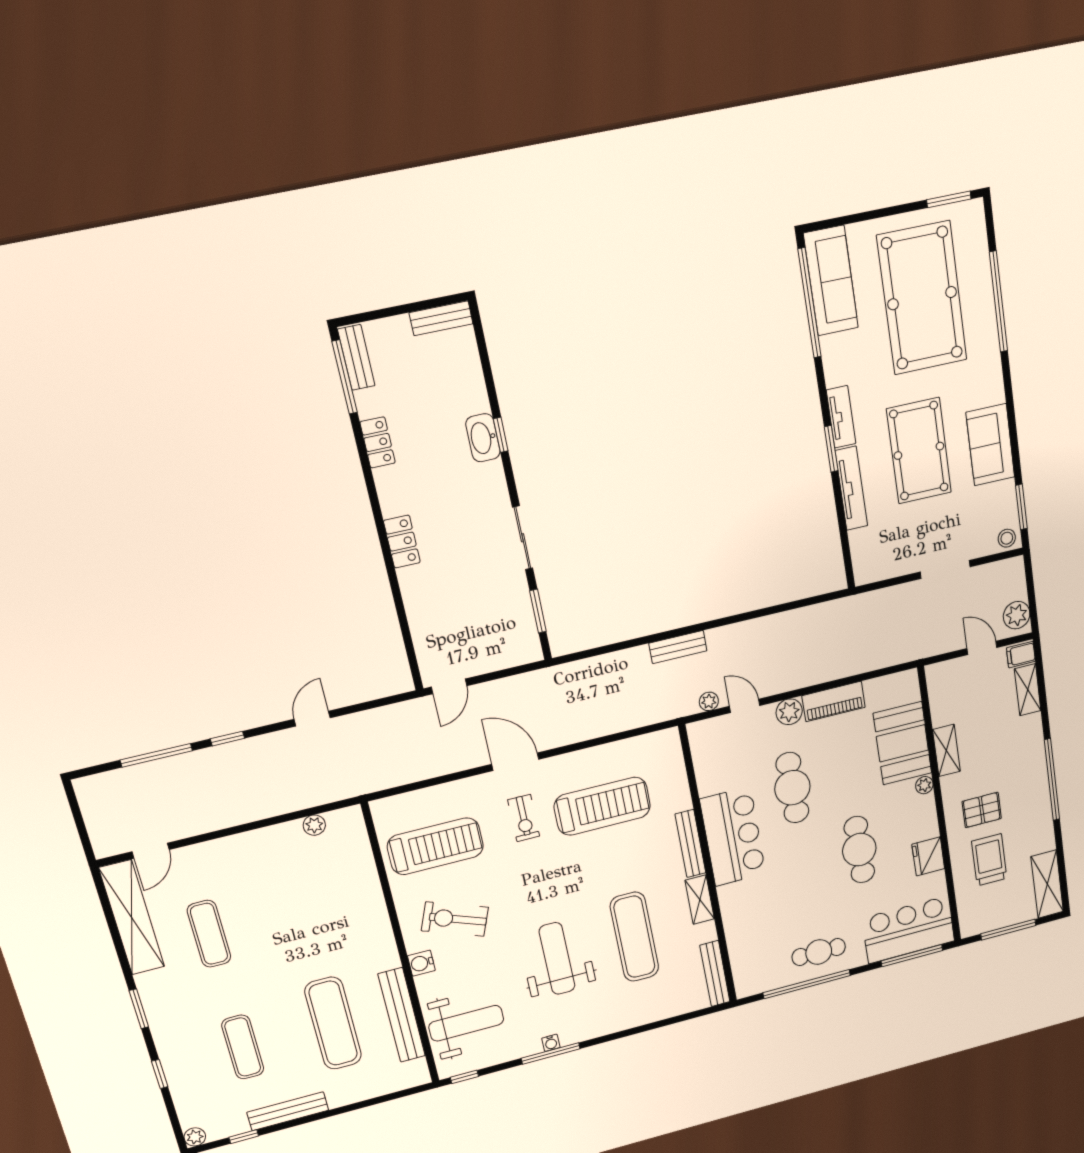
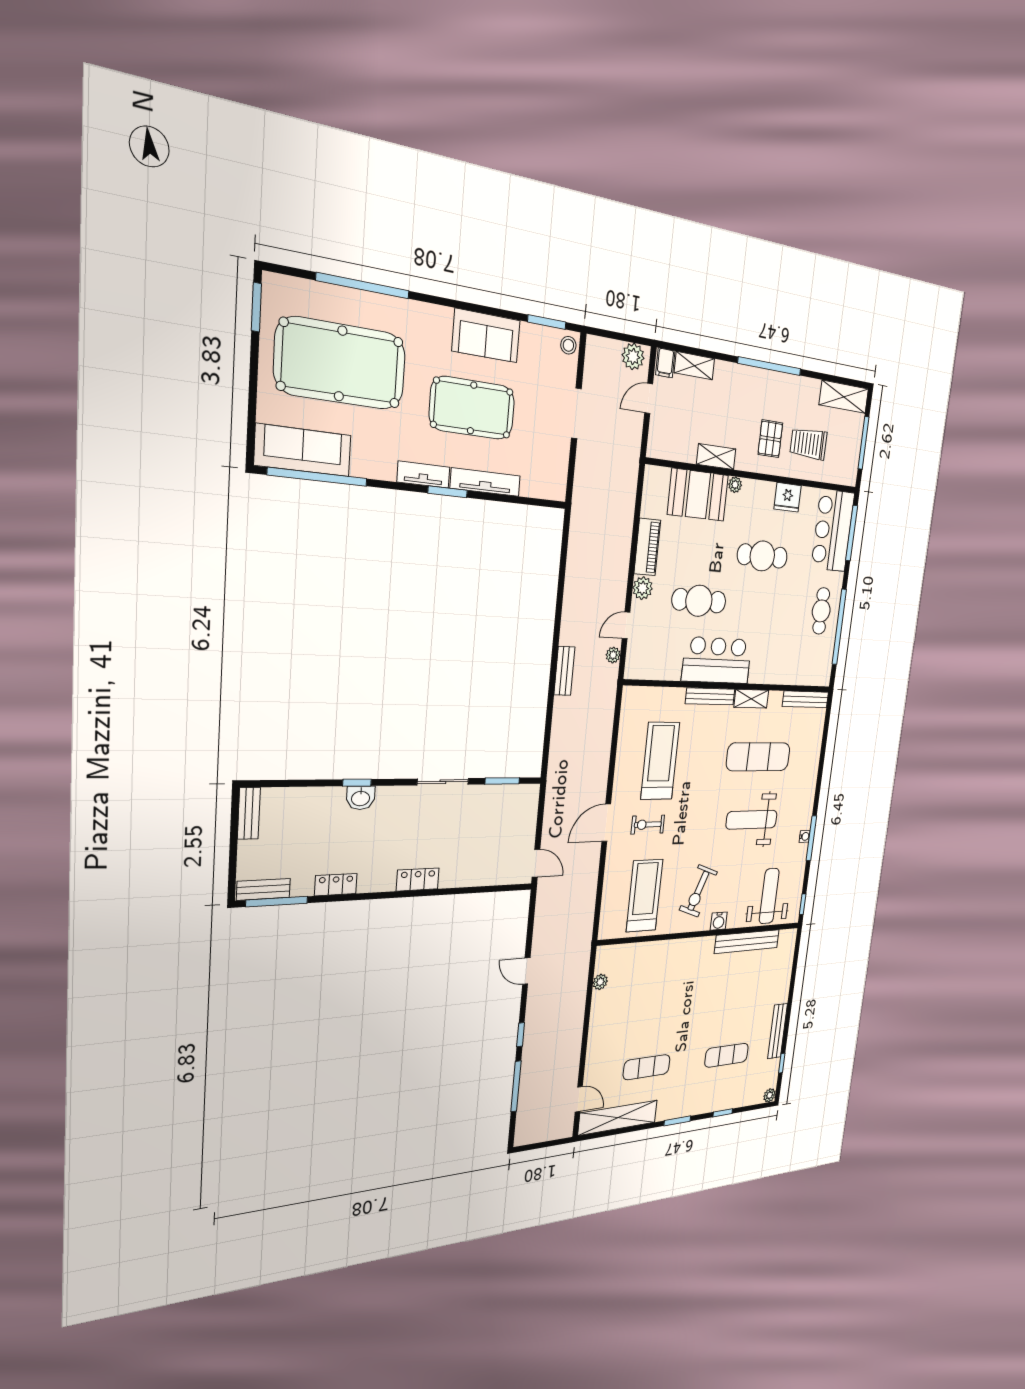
washbasin: (483, 438) -> (361, 798), width x0.72
exercise bike: (524, 818) -> (648, 825), turned 180
exercise mat: (333, 1023) -> (735, 991), removed

